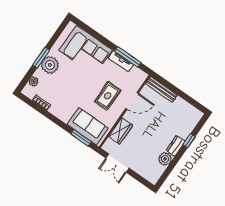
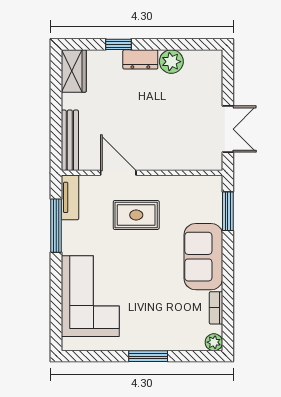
tv unit: (121, 61) -> (70, 197), moved
plant: (50, 65) -> (150, 335), removed
plant: (34, 81) -> (214, 342), moved
sofa: (88, 126) -> (203, 257), moved
wardrobe: (121, 131) -> (74, 71), moved, turned 90

